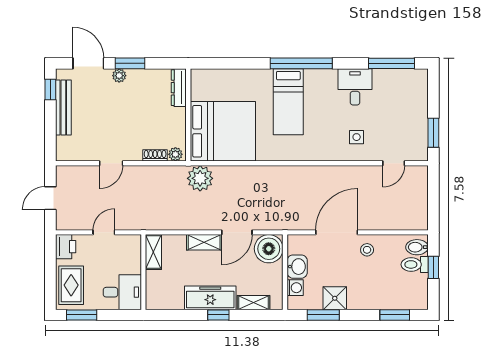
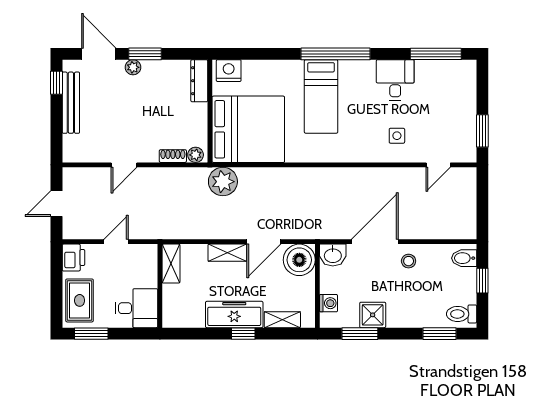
nightstand: (205, 79) -> (229, 71), added
toilet: (415, 264) -> (462, 314), moved
washbasin: (297, 267) -> (333, 255), moved, turned 90

